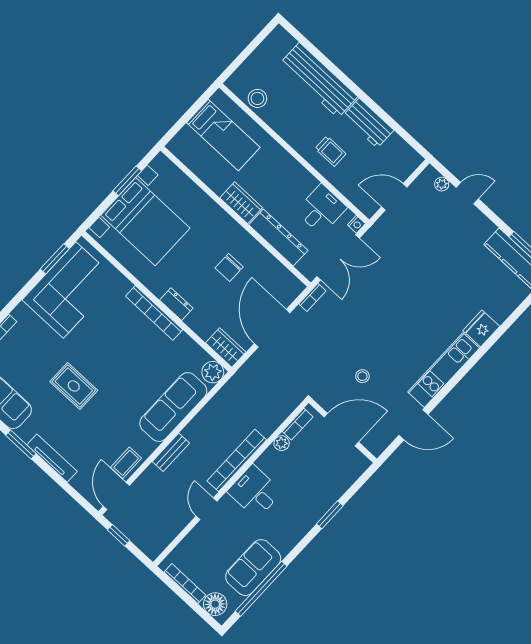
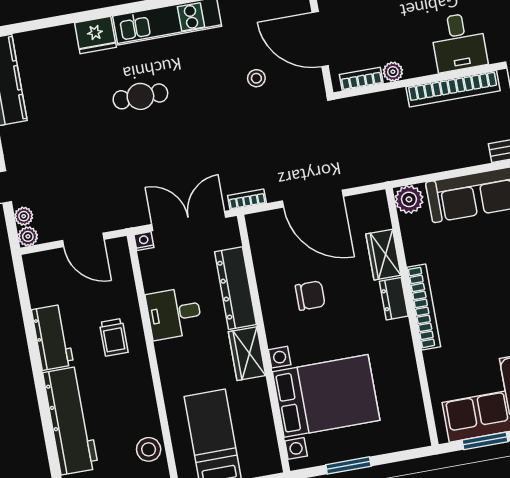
trolley: (331, 151) -> (114, 337), turned 180
plant: (430, 174) -> (28, 236), added
desk: (321, 209) -> (174, 313), moved
bed with nightstands: (145, 222) -> (326, 396), moved, turned 90
cafe table: (425, 312) -> (140, 96), added
door: (272, 328) -> (313, 199), hinge flipped
wardrobe: (226, 348) -> (383, 255), moved

